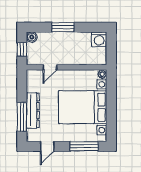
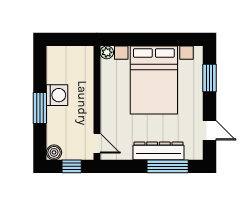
washing machine: (99, 39) -> (57, 95), moved
door: (50, 67) -> (97, 143), moved
window: (84, 146) -> (210, 78), width x0.69

